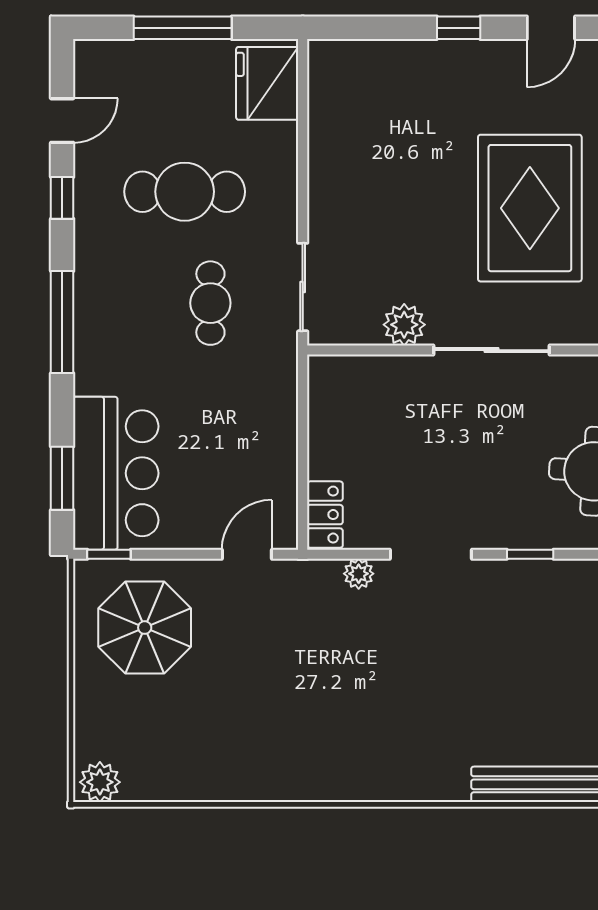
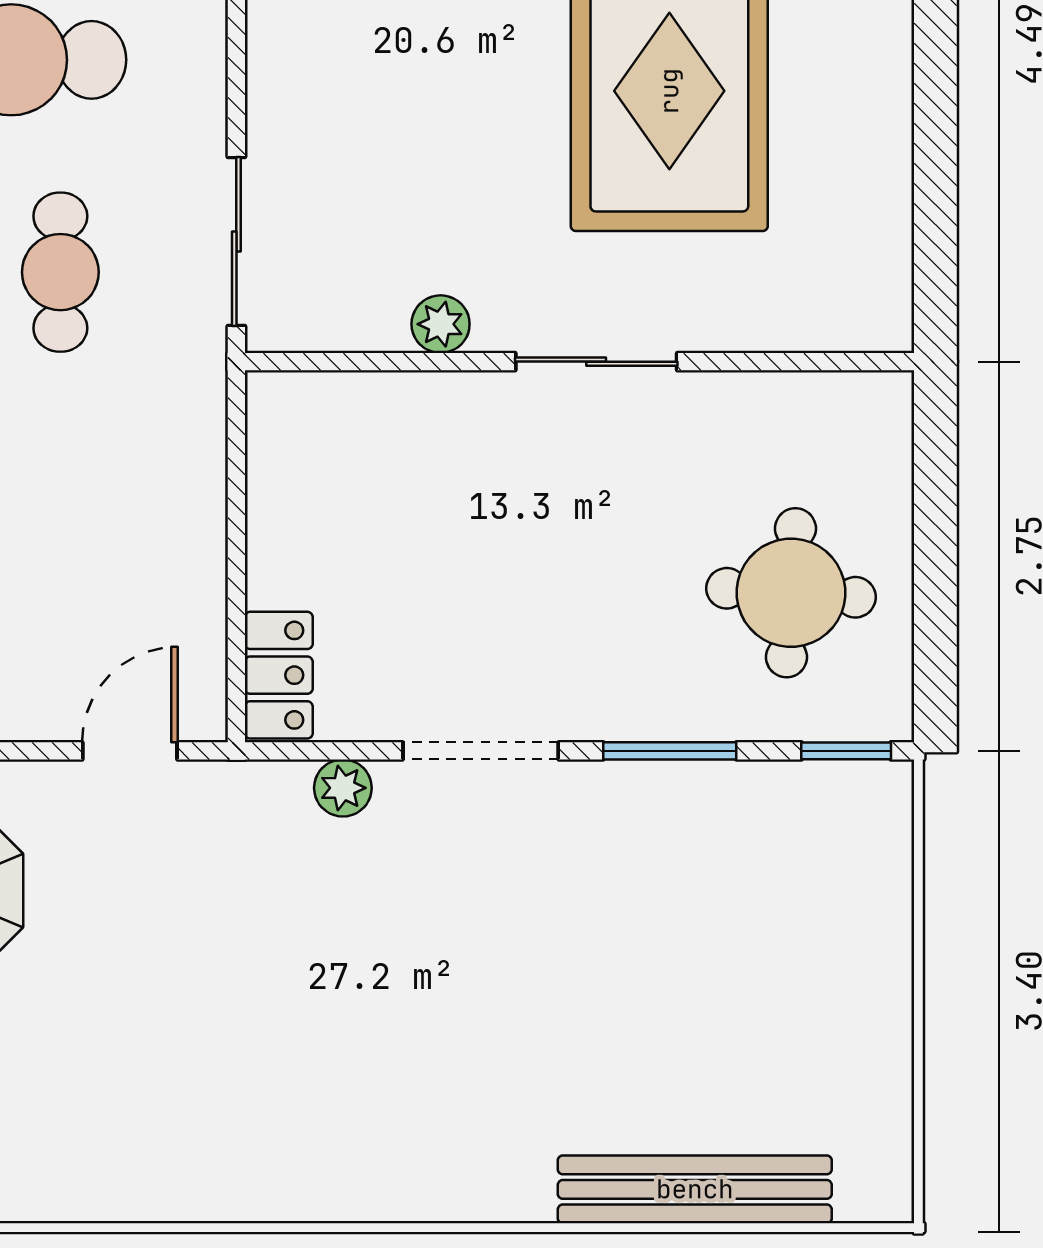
plant: (404, 325) -> (441, 324), width x0.73, depth x0.73
sliding door: (491, 350) -> (596, 362), width x0.73
window: (530, 554) -> (670, 751), width x1.50

